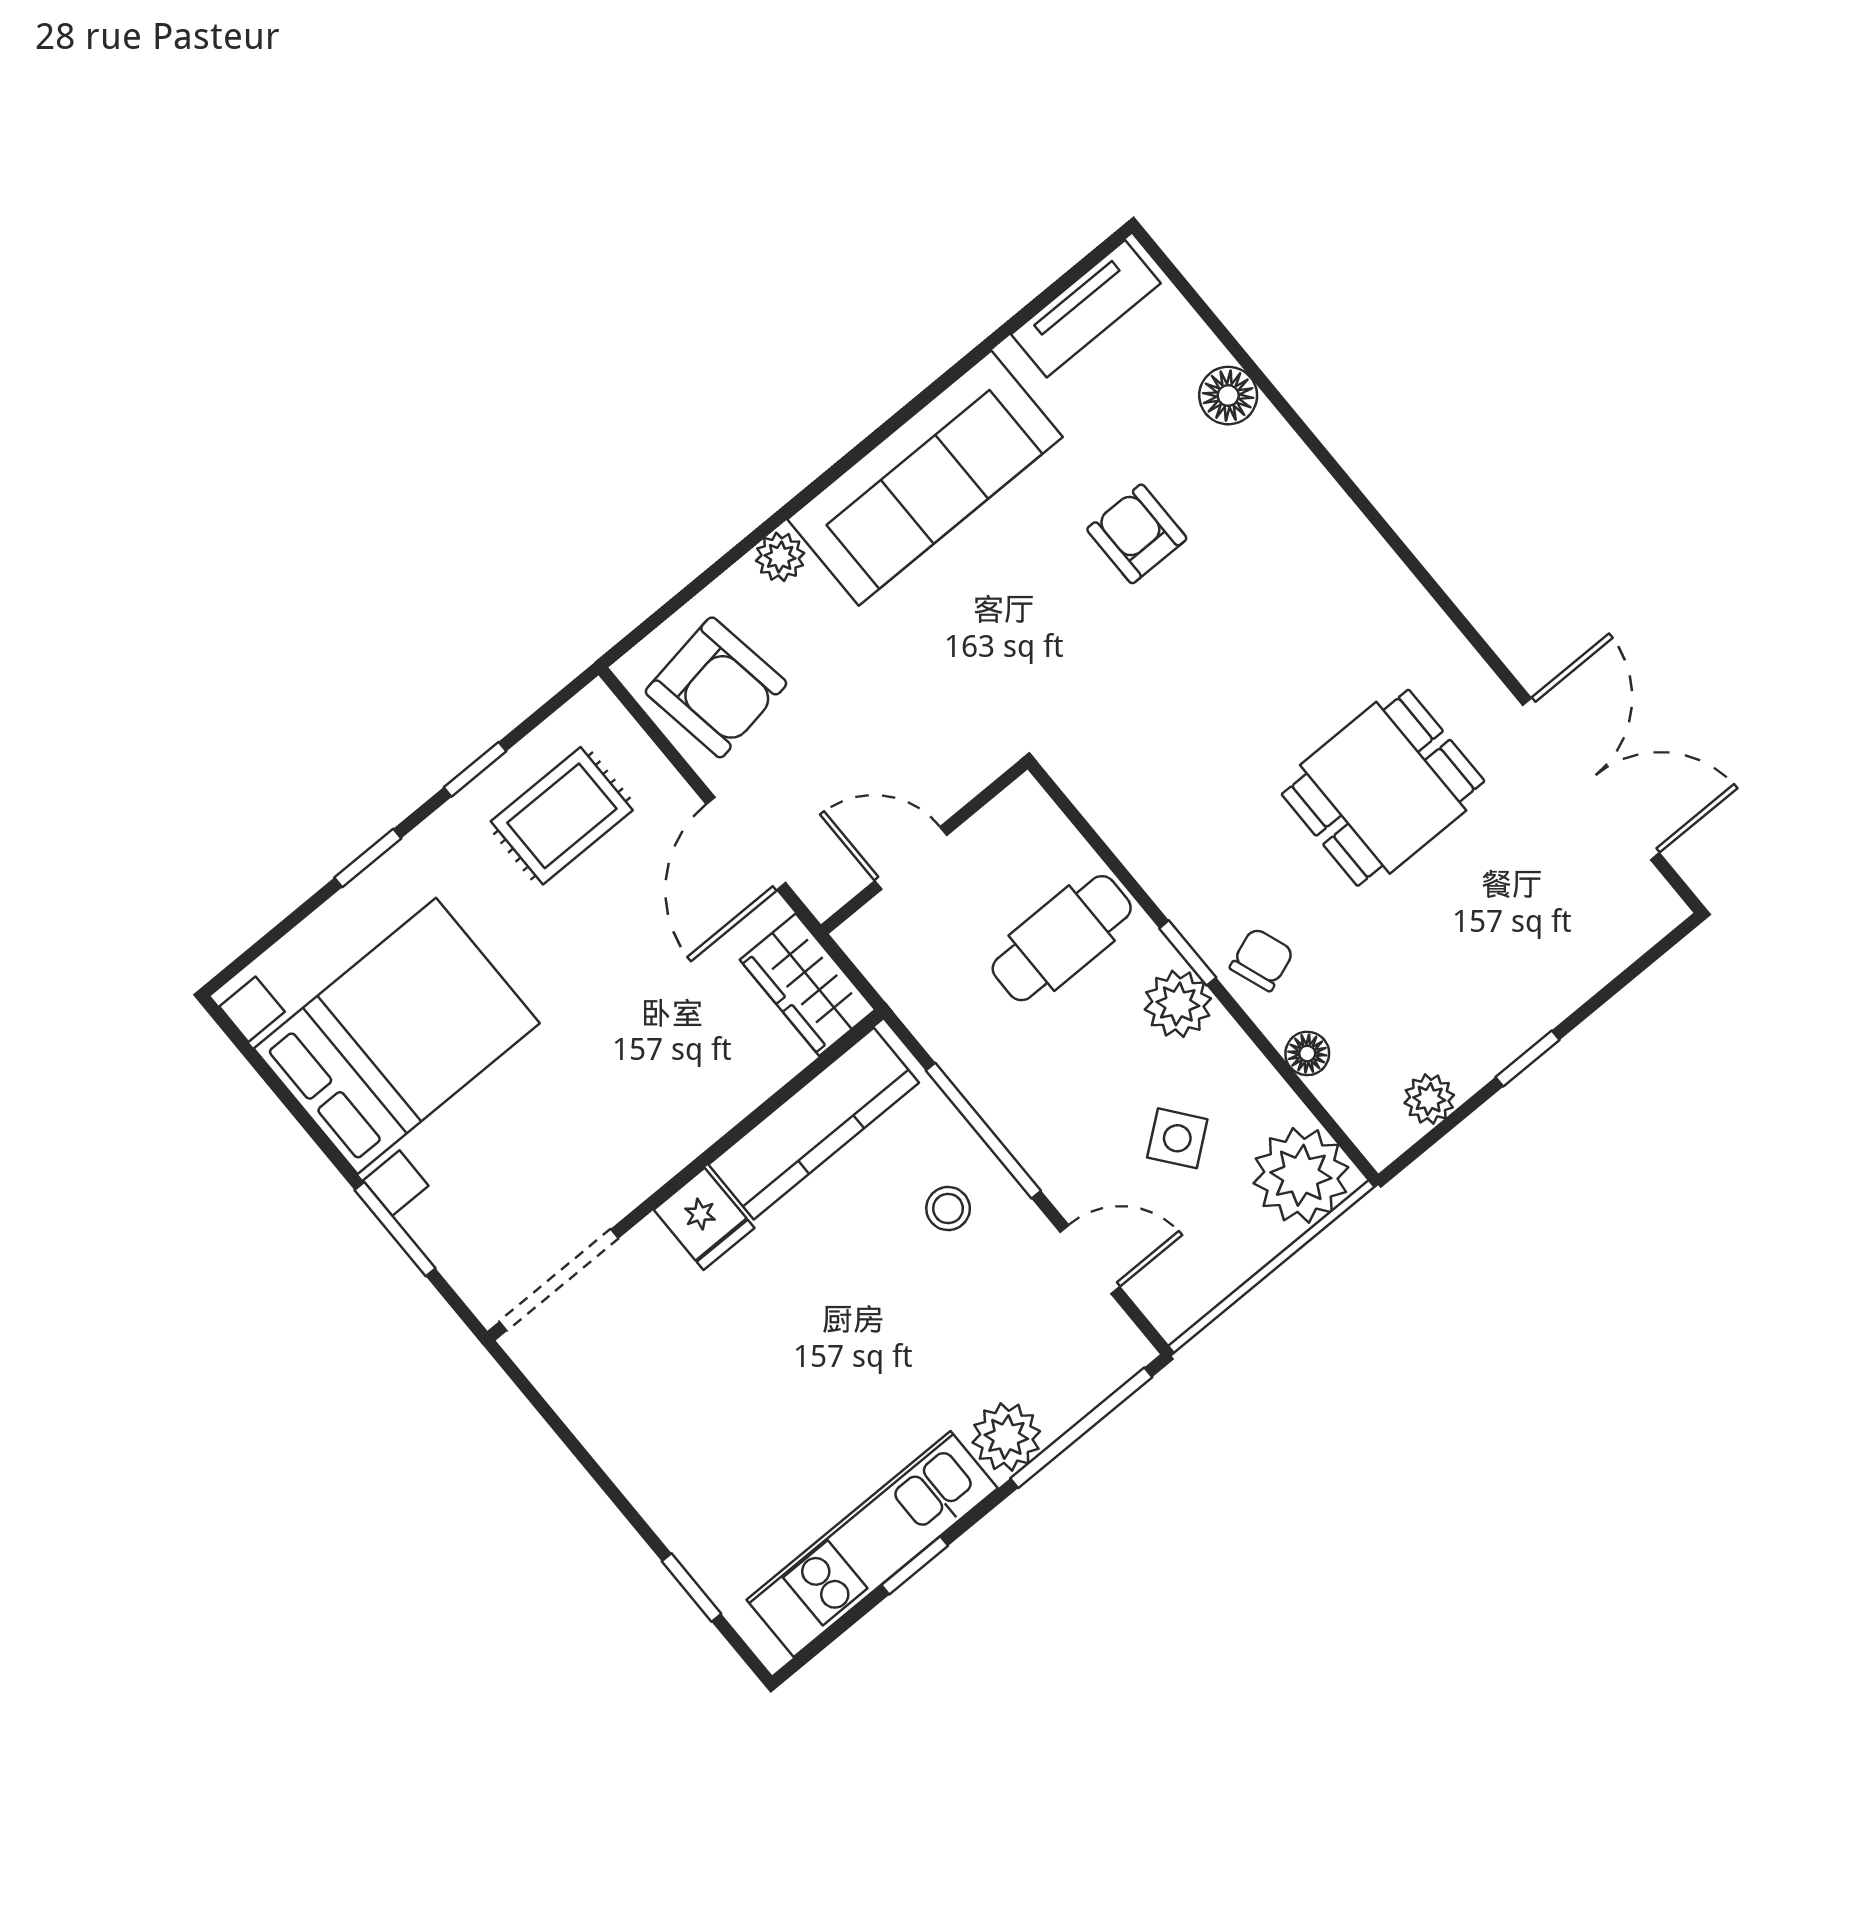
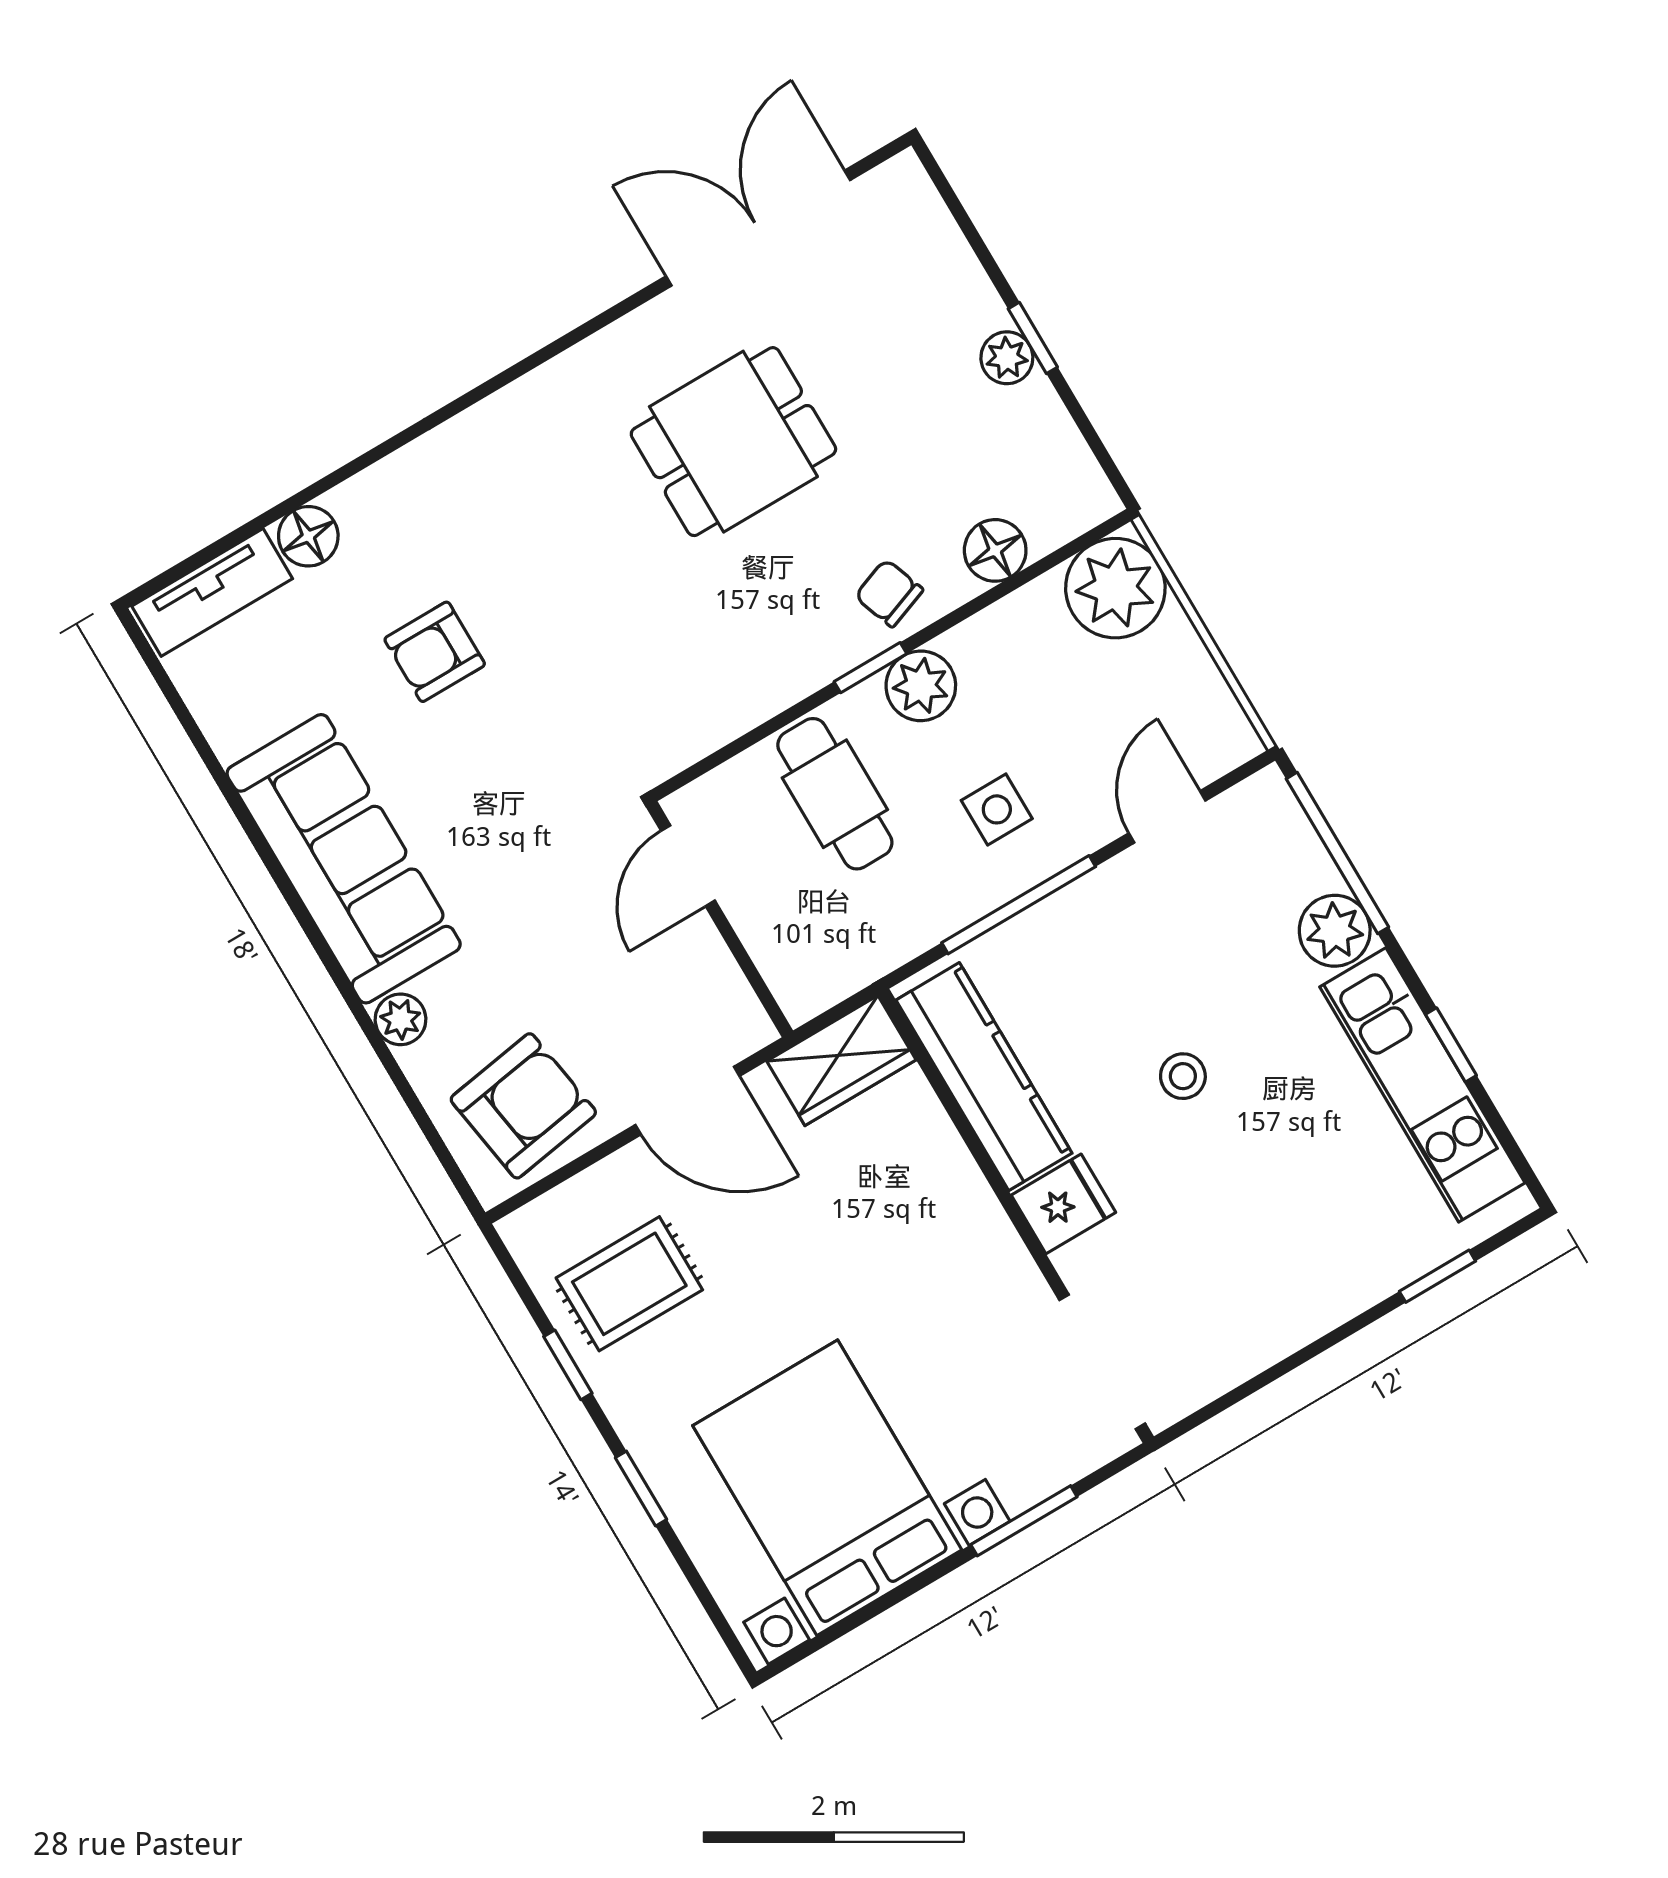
tv unit: (1086, 309) -> (212, 592), moved, turned 90
dining table: (1383, 788) -> (733, 442), turned 90
rug: (562, 816) -> (629, 1284), turned 90
door: (911, 858) -> (688, 866), moved
floor lamp: (1307, 1053) -> (995, 550), width x1.37, depth x1.37
plant: (1429, 1099) -> (1007, 358), moved
side table: (1177, 1138) -> (997, 809), moved, turned 38
stool: (948, 1209) -> (1183, 1076), moved

